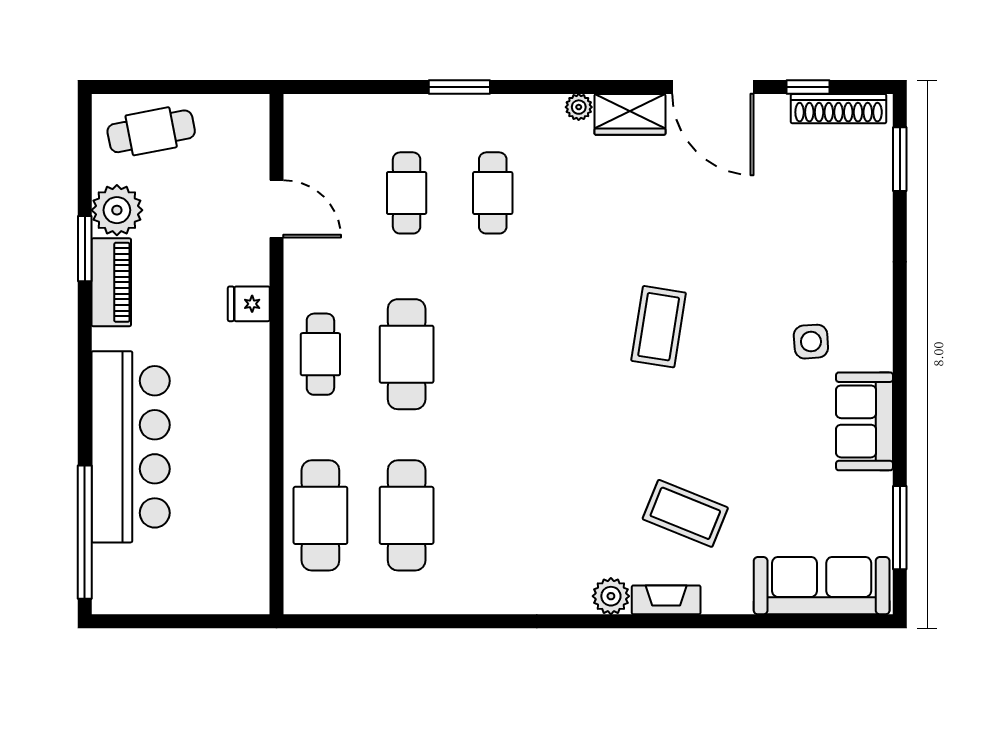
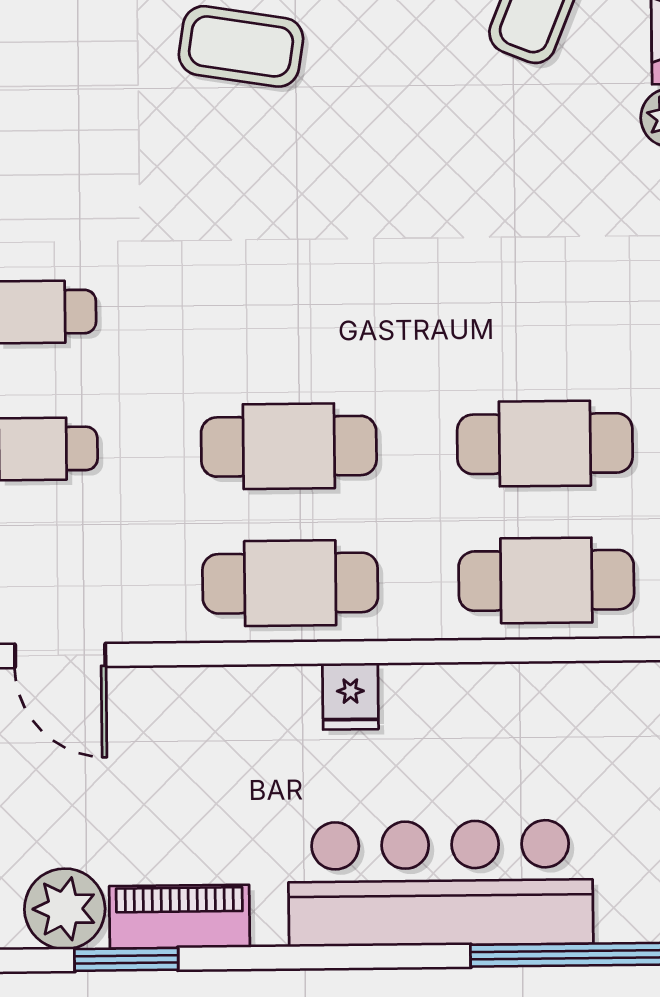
door: (276, 209) -> (60, 655), swing flipped
fridge: (249, 304) -> (350, 696), moved
cafe table: (320, 354) -> (290, 583), width x1.37, depth x1.35

